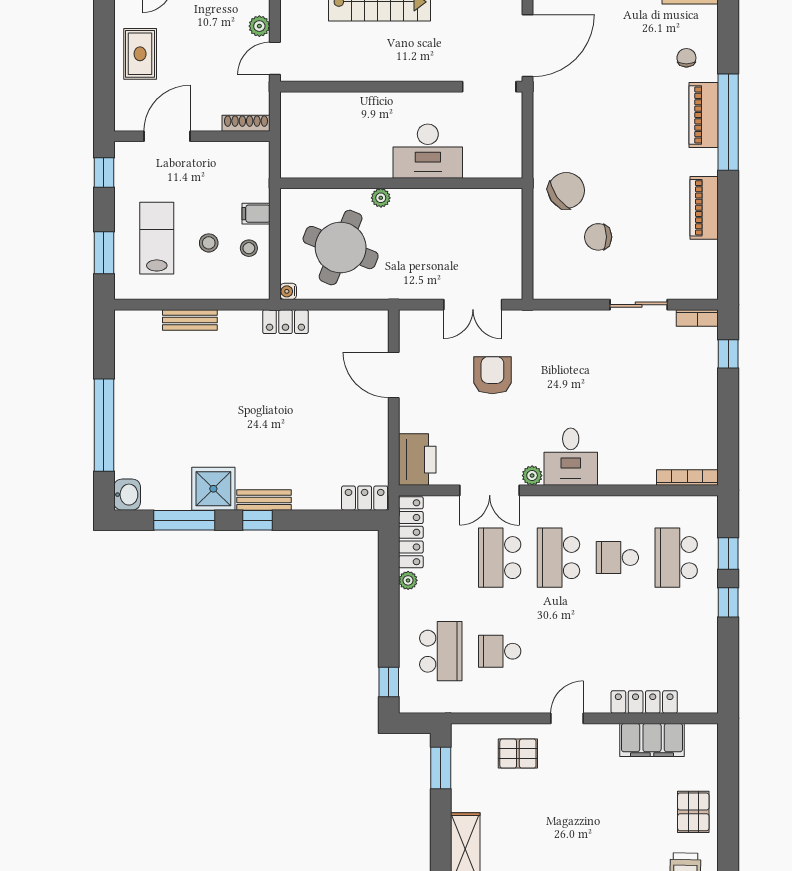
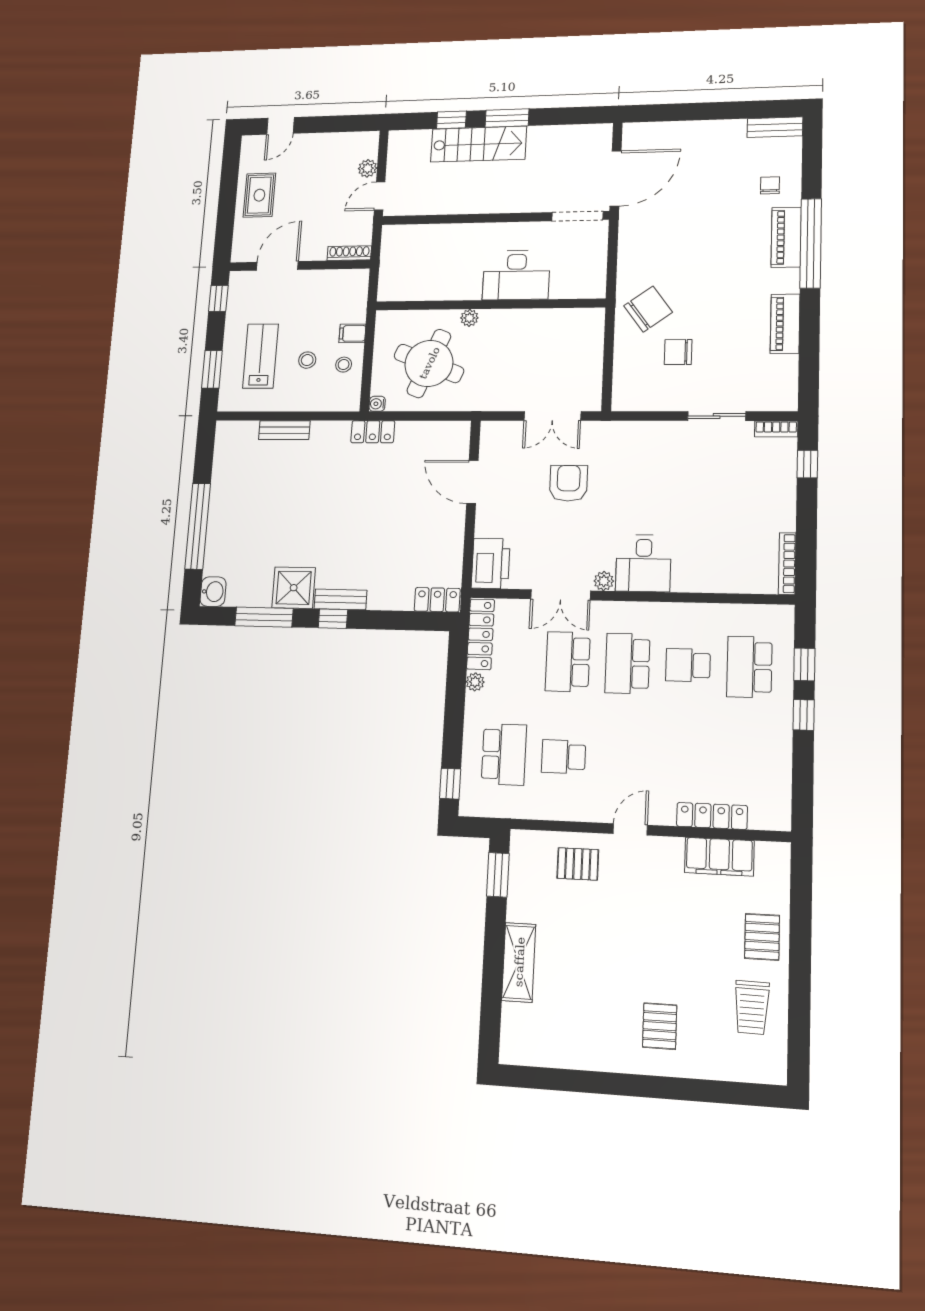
bookcase: (687, 478) -> (787, 564), moved, turned -90

